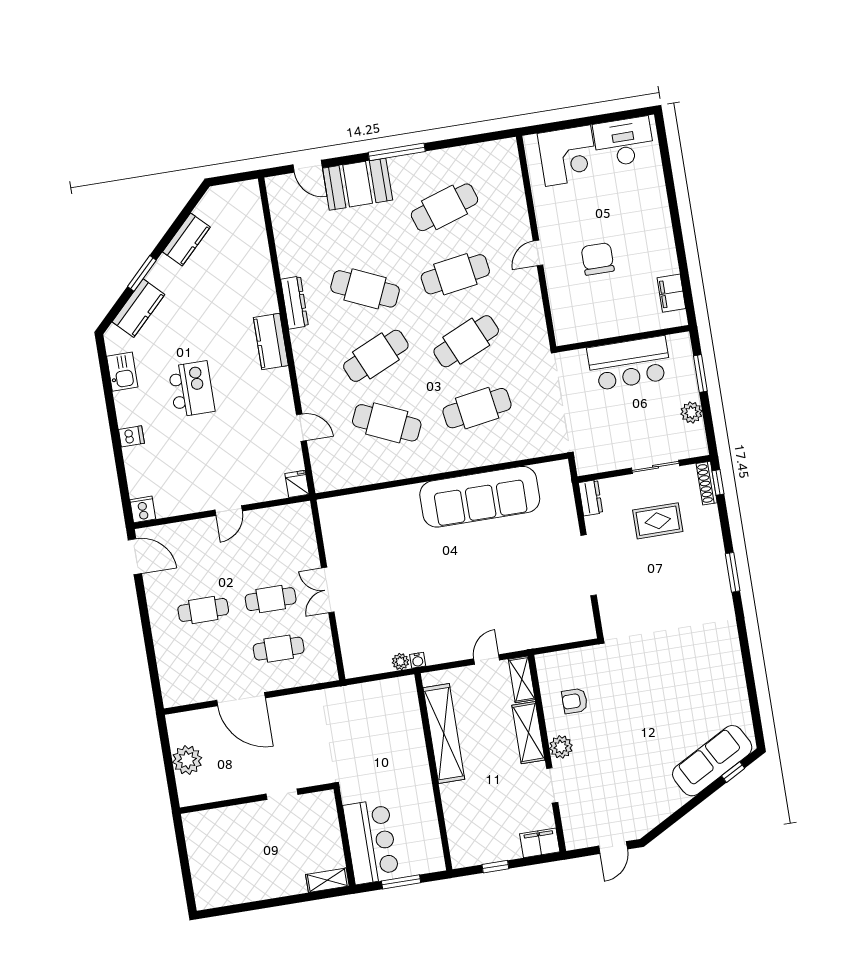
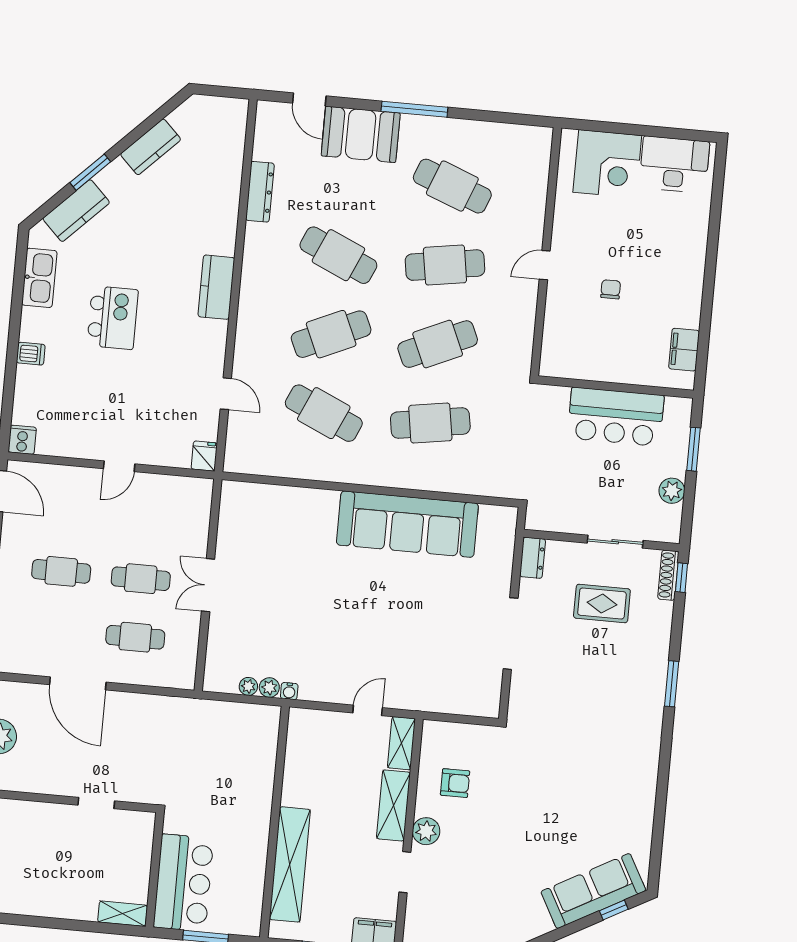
cafe table: (445, 207) -> (452, 186), turned 39
chair: (598, 259) -> (611, 289), width x0.54, depth x0.54
dresser: (294, 303) -> (260, 192), moved
kitchen sink: (122, 372) -> (39, 278), width x1.38
plant: (383, 665) -> (248, 686), added
armchair: (575, 701) -> (455, 783), turned 180
shelving: (444, 734) -> (290, 864), moved

